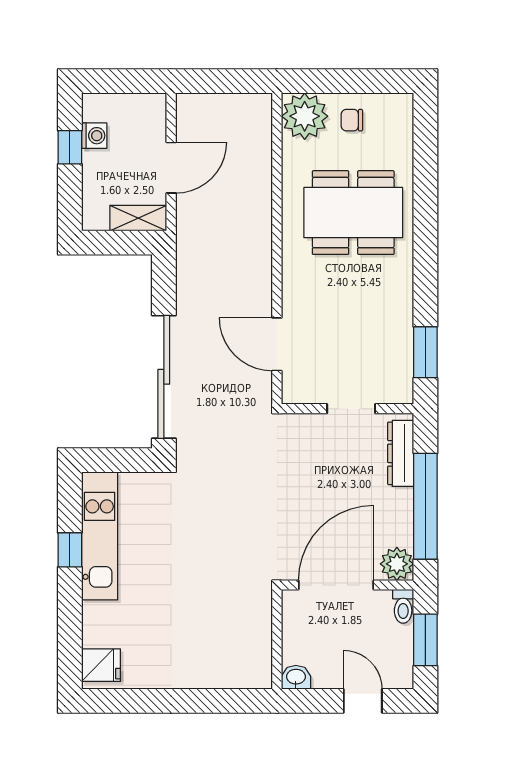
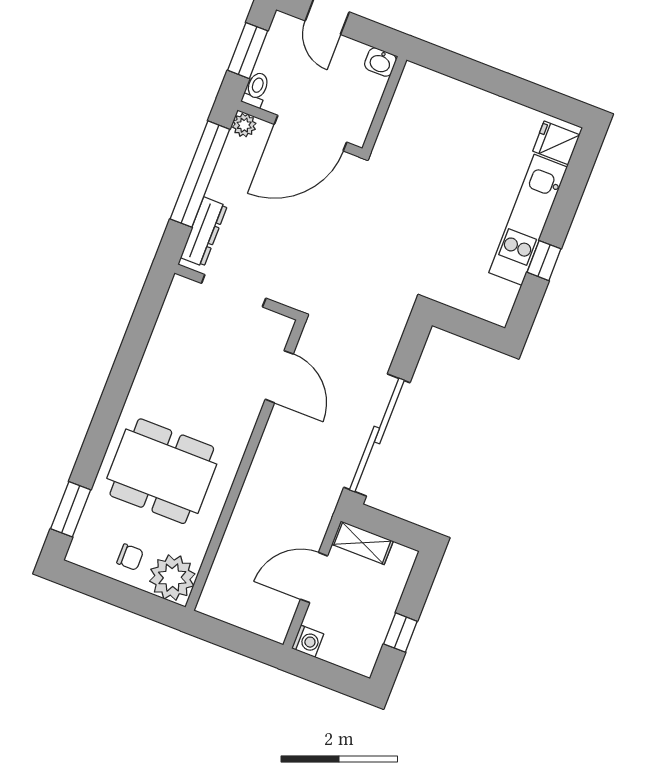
washing machine: (94, 136) -> (308, 641), moved, turned 180
window: (425, 352) -> (71, 509), moved
sliding door: (164, 377) -> (377, 435), moved
doorway: (351, 409) -> (234, 291), width x1.38
kitchen unit: (100, 536) -> (528, 220), moved
plant: (397, 564) -> (244, 125), width x0.73, depth x0.73

